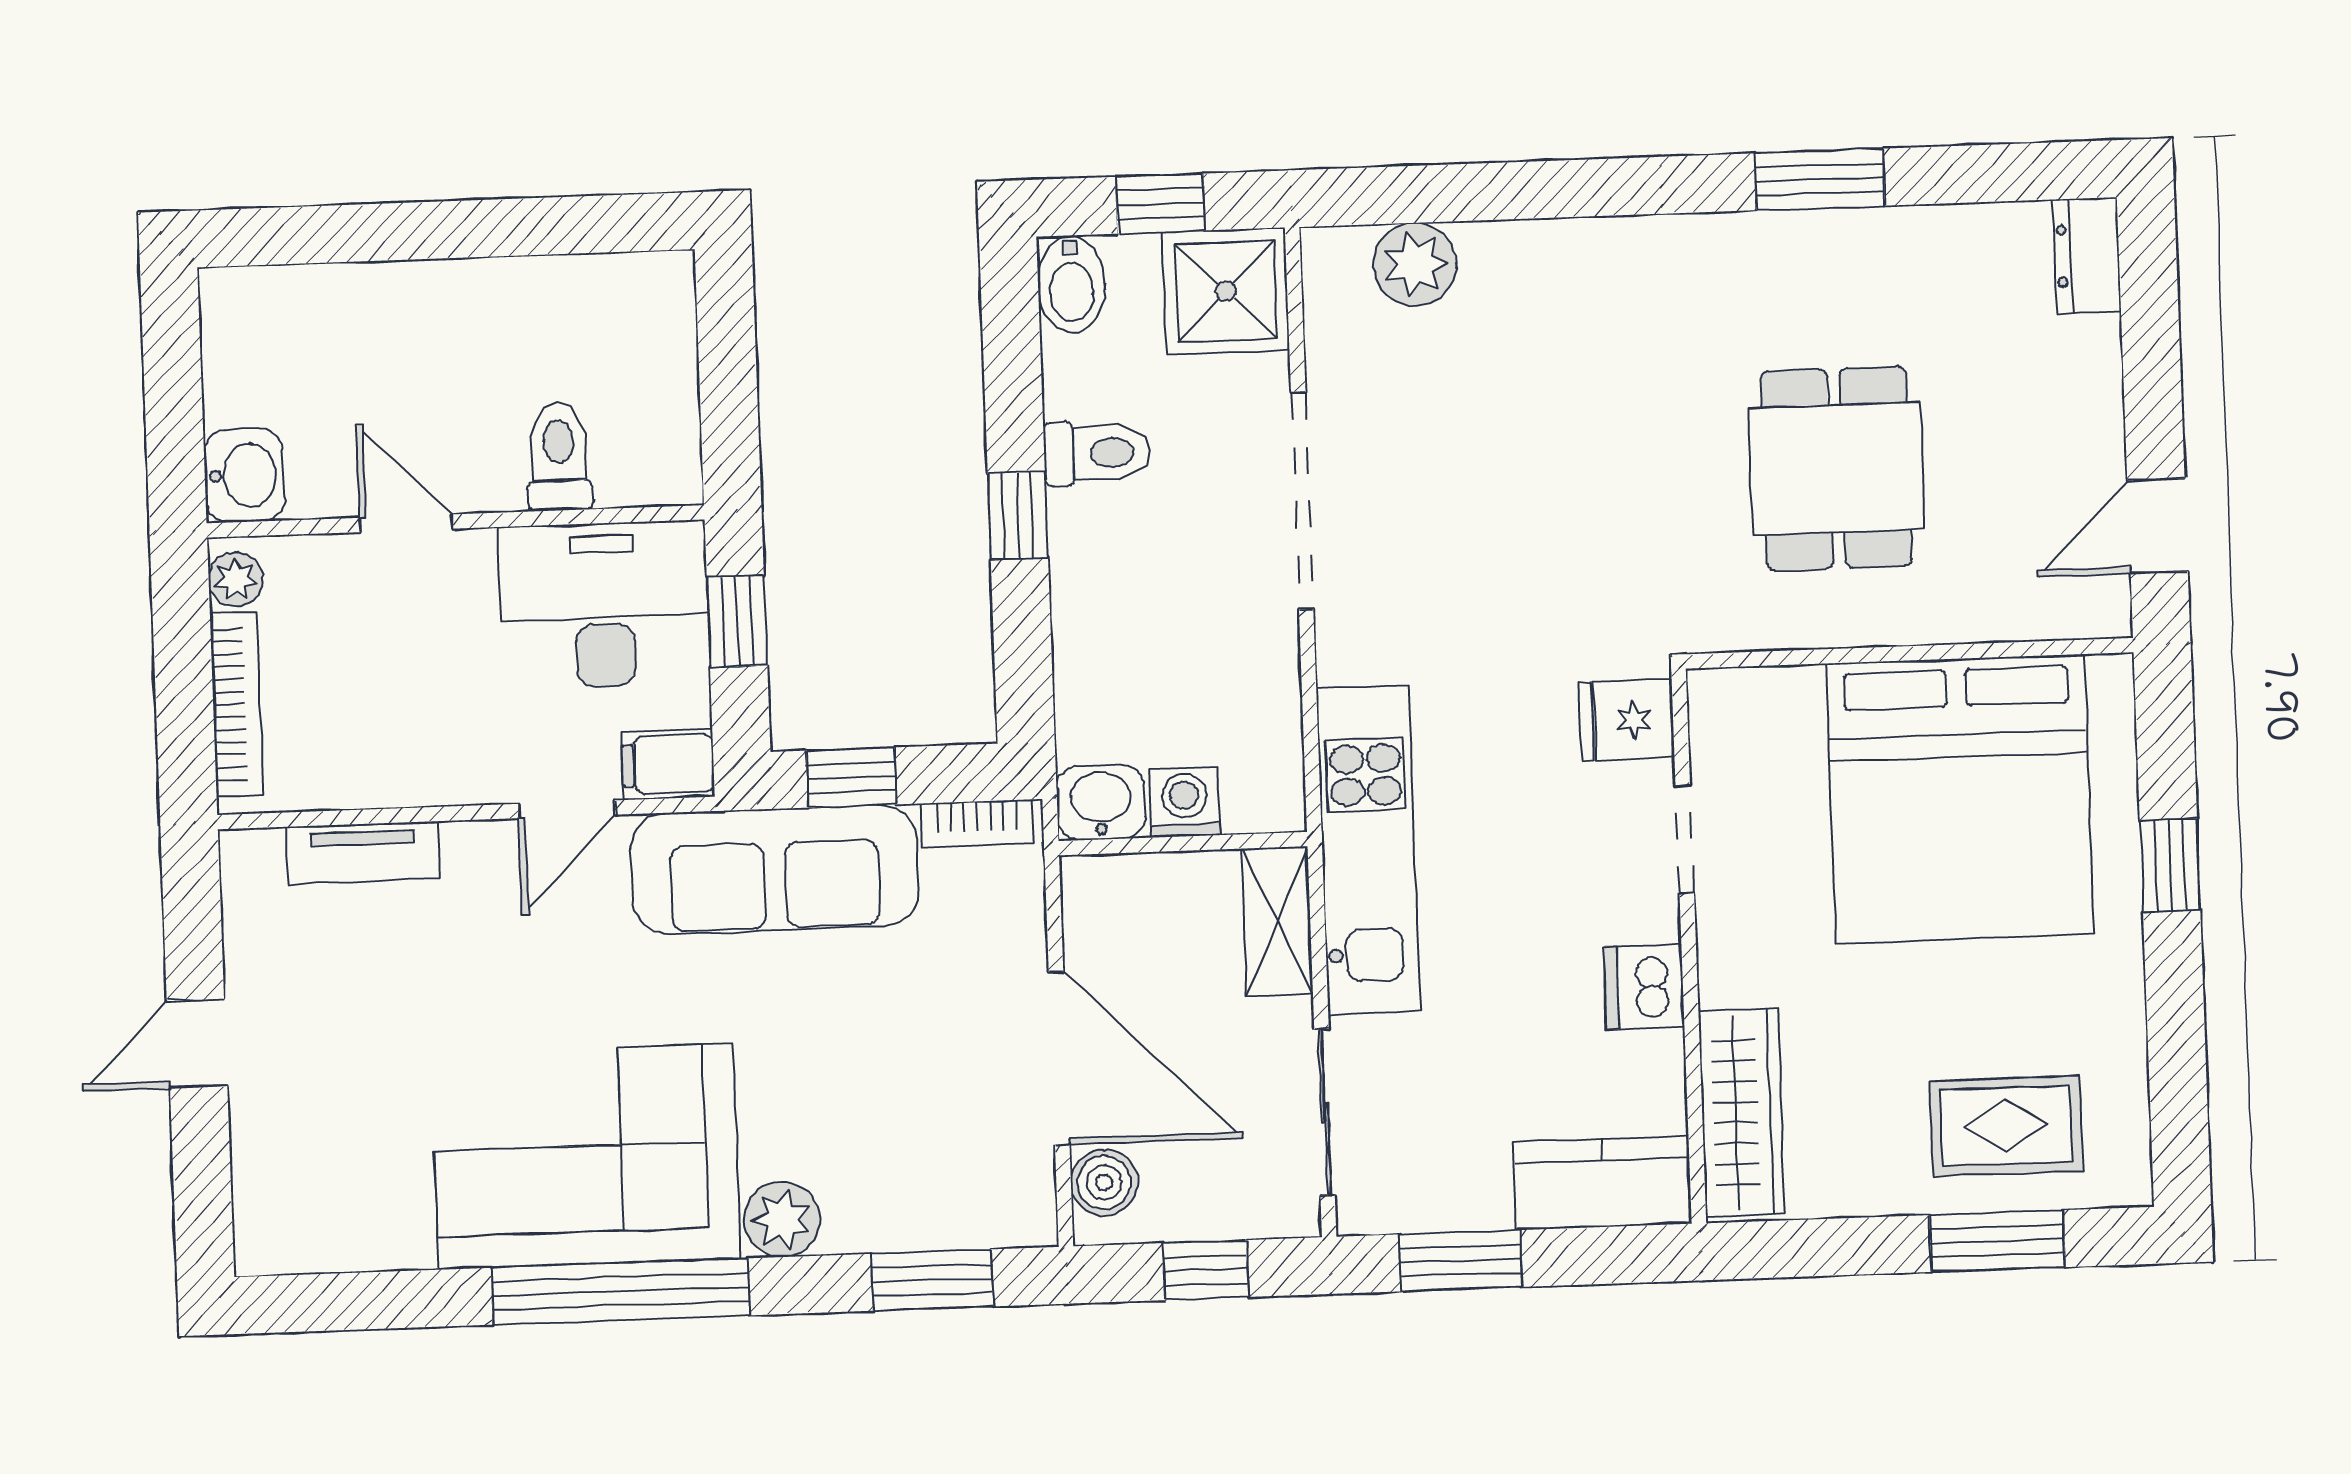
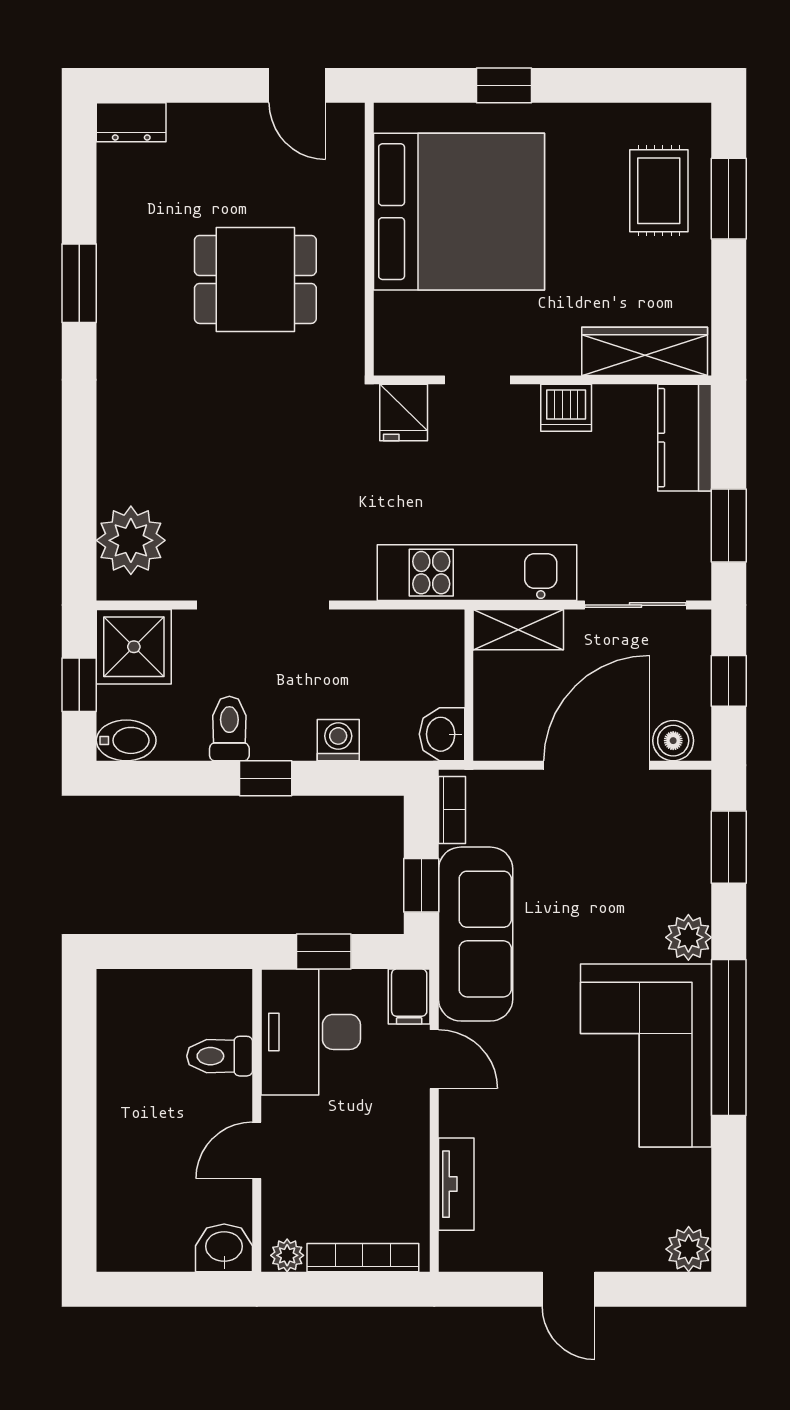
plant: (1415, 264) -> (131, 540), width x1.36, depth x1.36
washing machine: (1185, 802) -> (338, 740), moved, turned 90
plant: (270, 1238) -> (689, 1249), added

